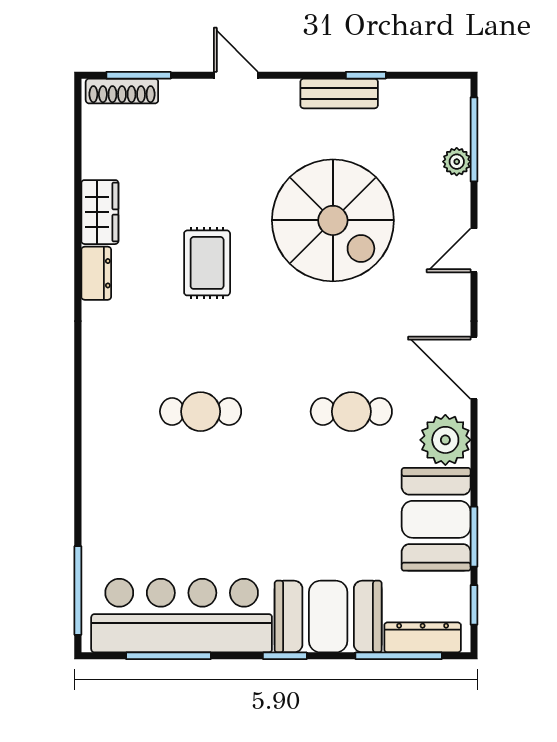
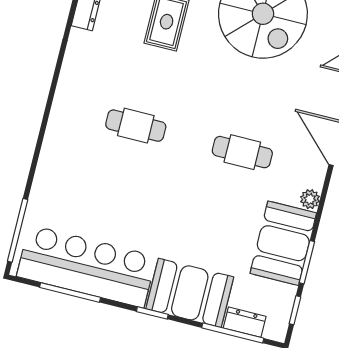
plant: (445, 440) -> (310, 199), width x0.53, depth x0.53
dresser: (423, 637) -> (245, 322), width x0.70

